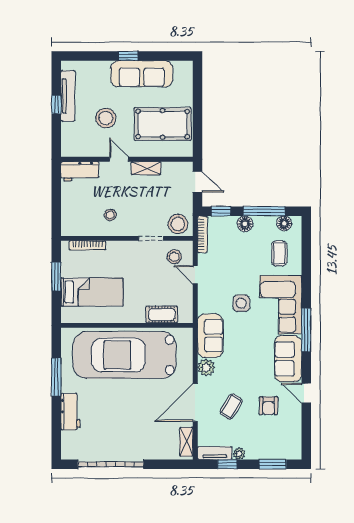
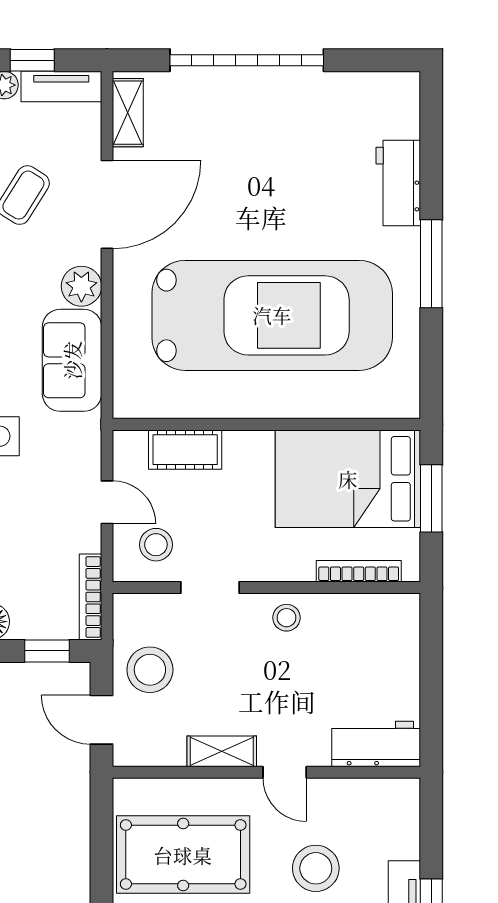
stool: (110, 215) -> (287, 618), moved
stool: (178, 224) -> (150, 670), moved
bed: (92, 292) -> (348, 479), width x1.50
cot: (162, 315) -> (185, 450), moved
wall: (127, 325) -> (266, 424), moved
garage door: (111, 464) -> (247, 60), moved

